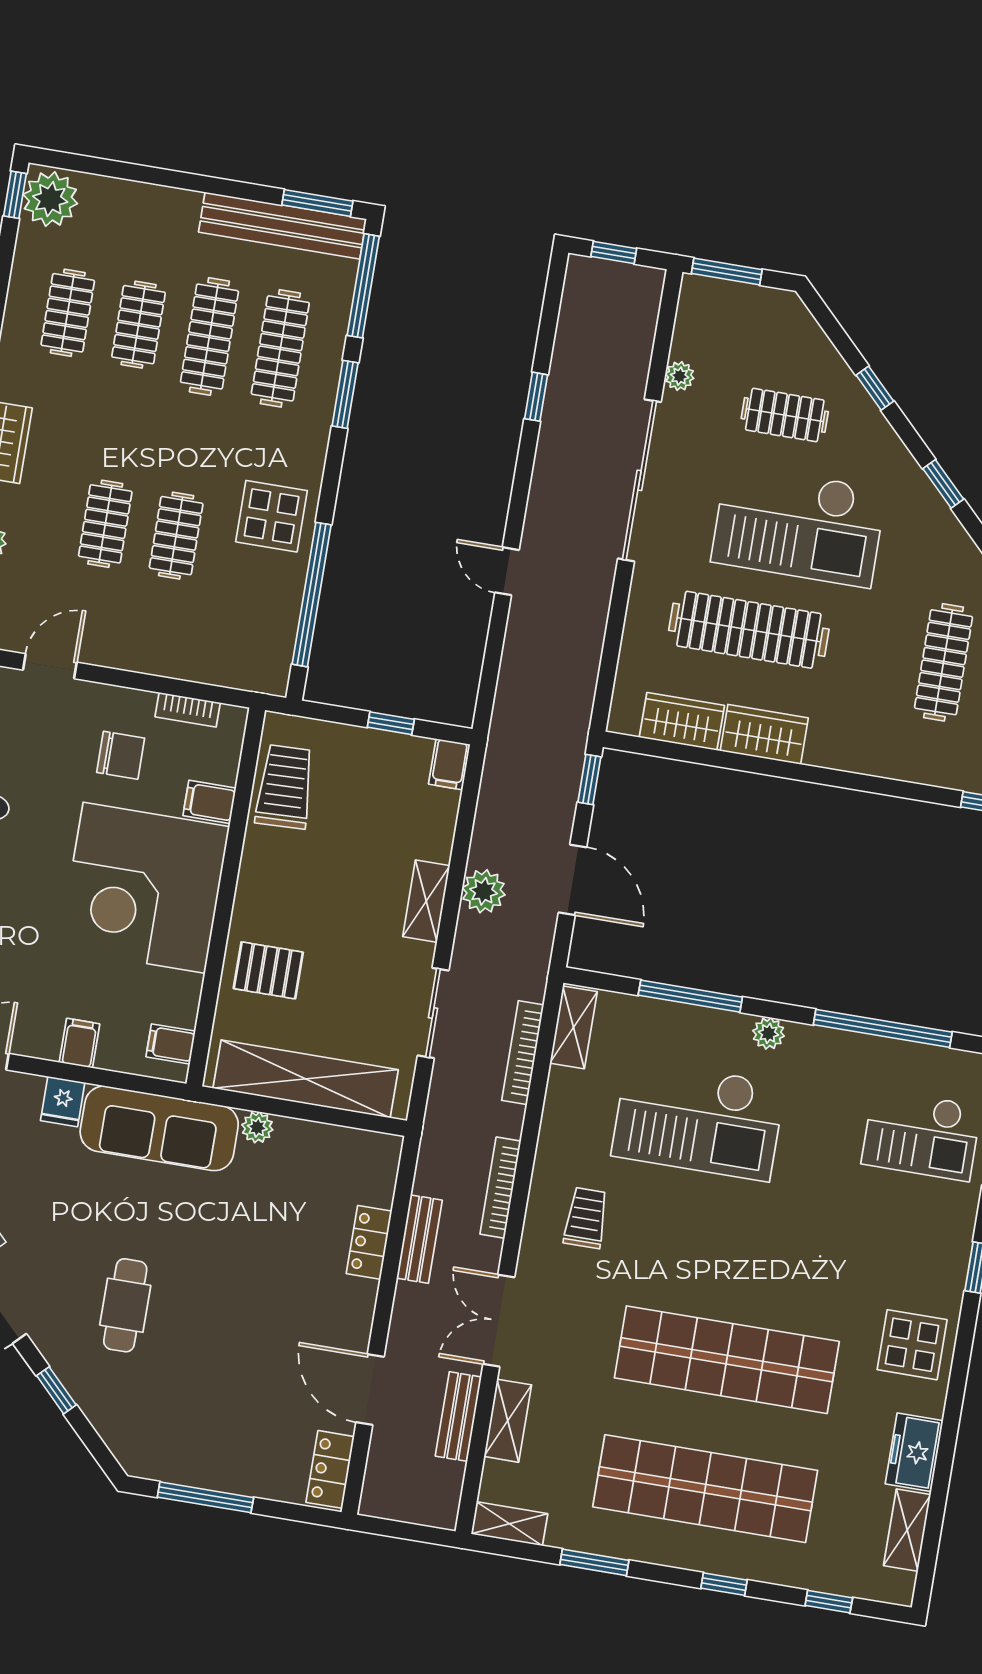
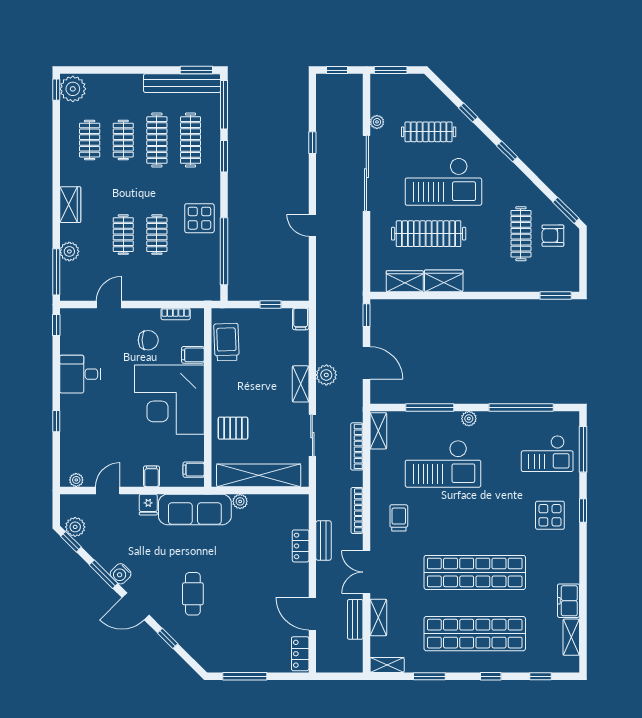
clothes rail: (785, 415) -> (429, 132), width x1.36
display table: (912, 1345) -> (550, 515), moved

